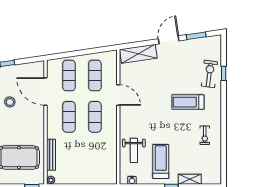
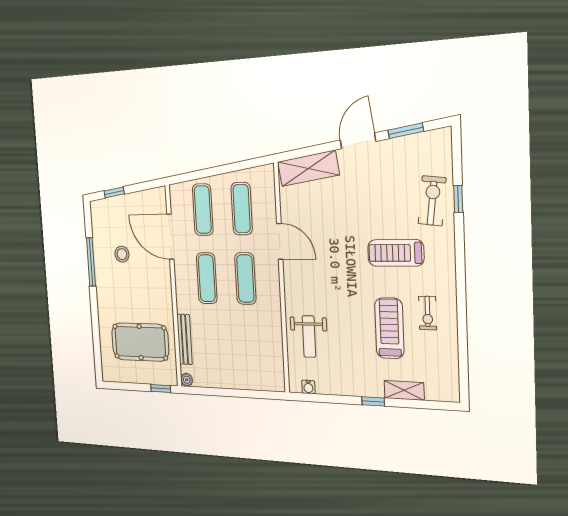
treadmill: (161, 161) -> (389, 328), moved

